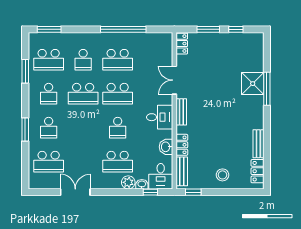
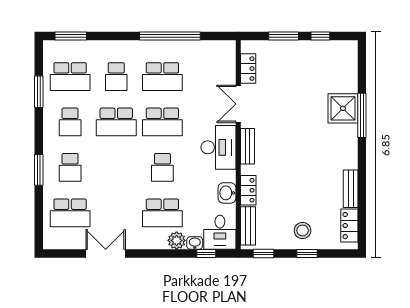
locker: (182, 44) -> (248, 69), moved
desk: (160, 117) -> (218, 147), width x1.37
window: (226, 192) -> (307, 253), added

